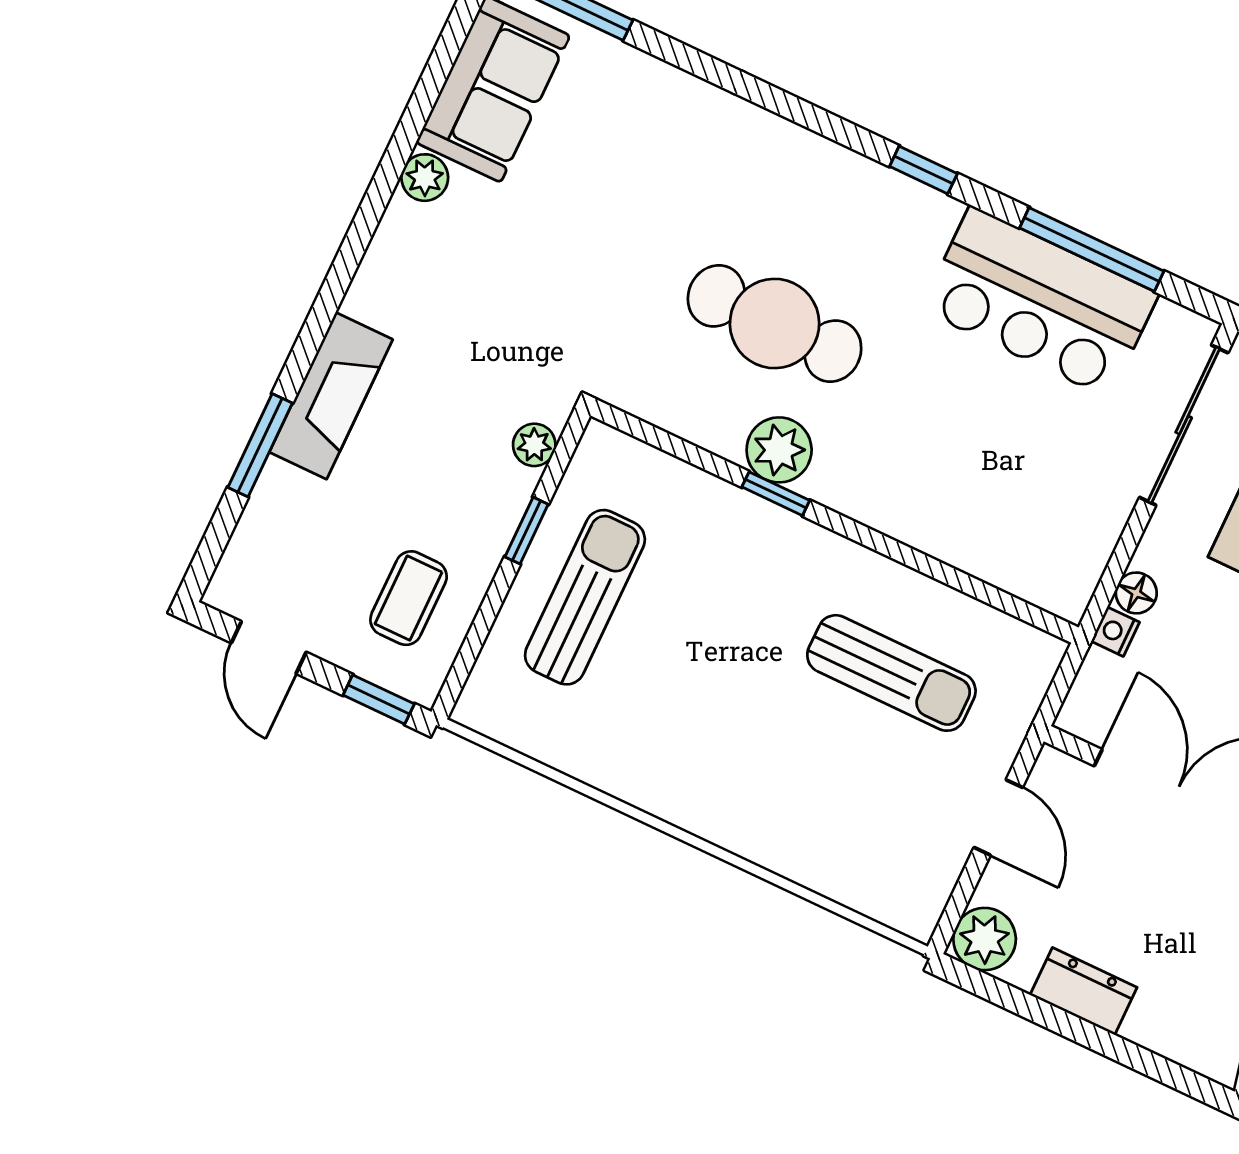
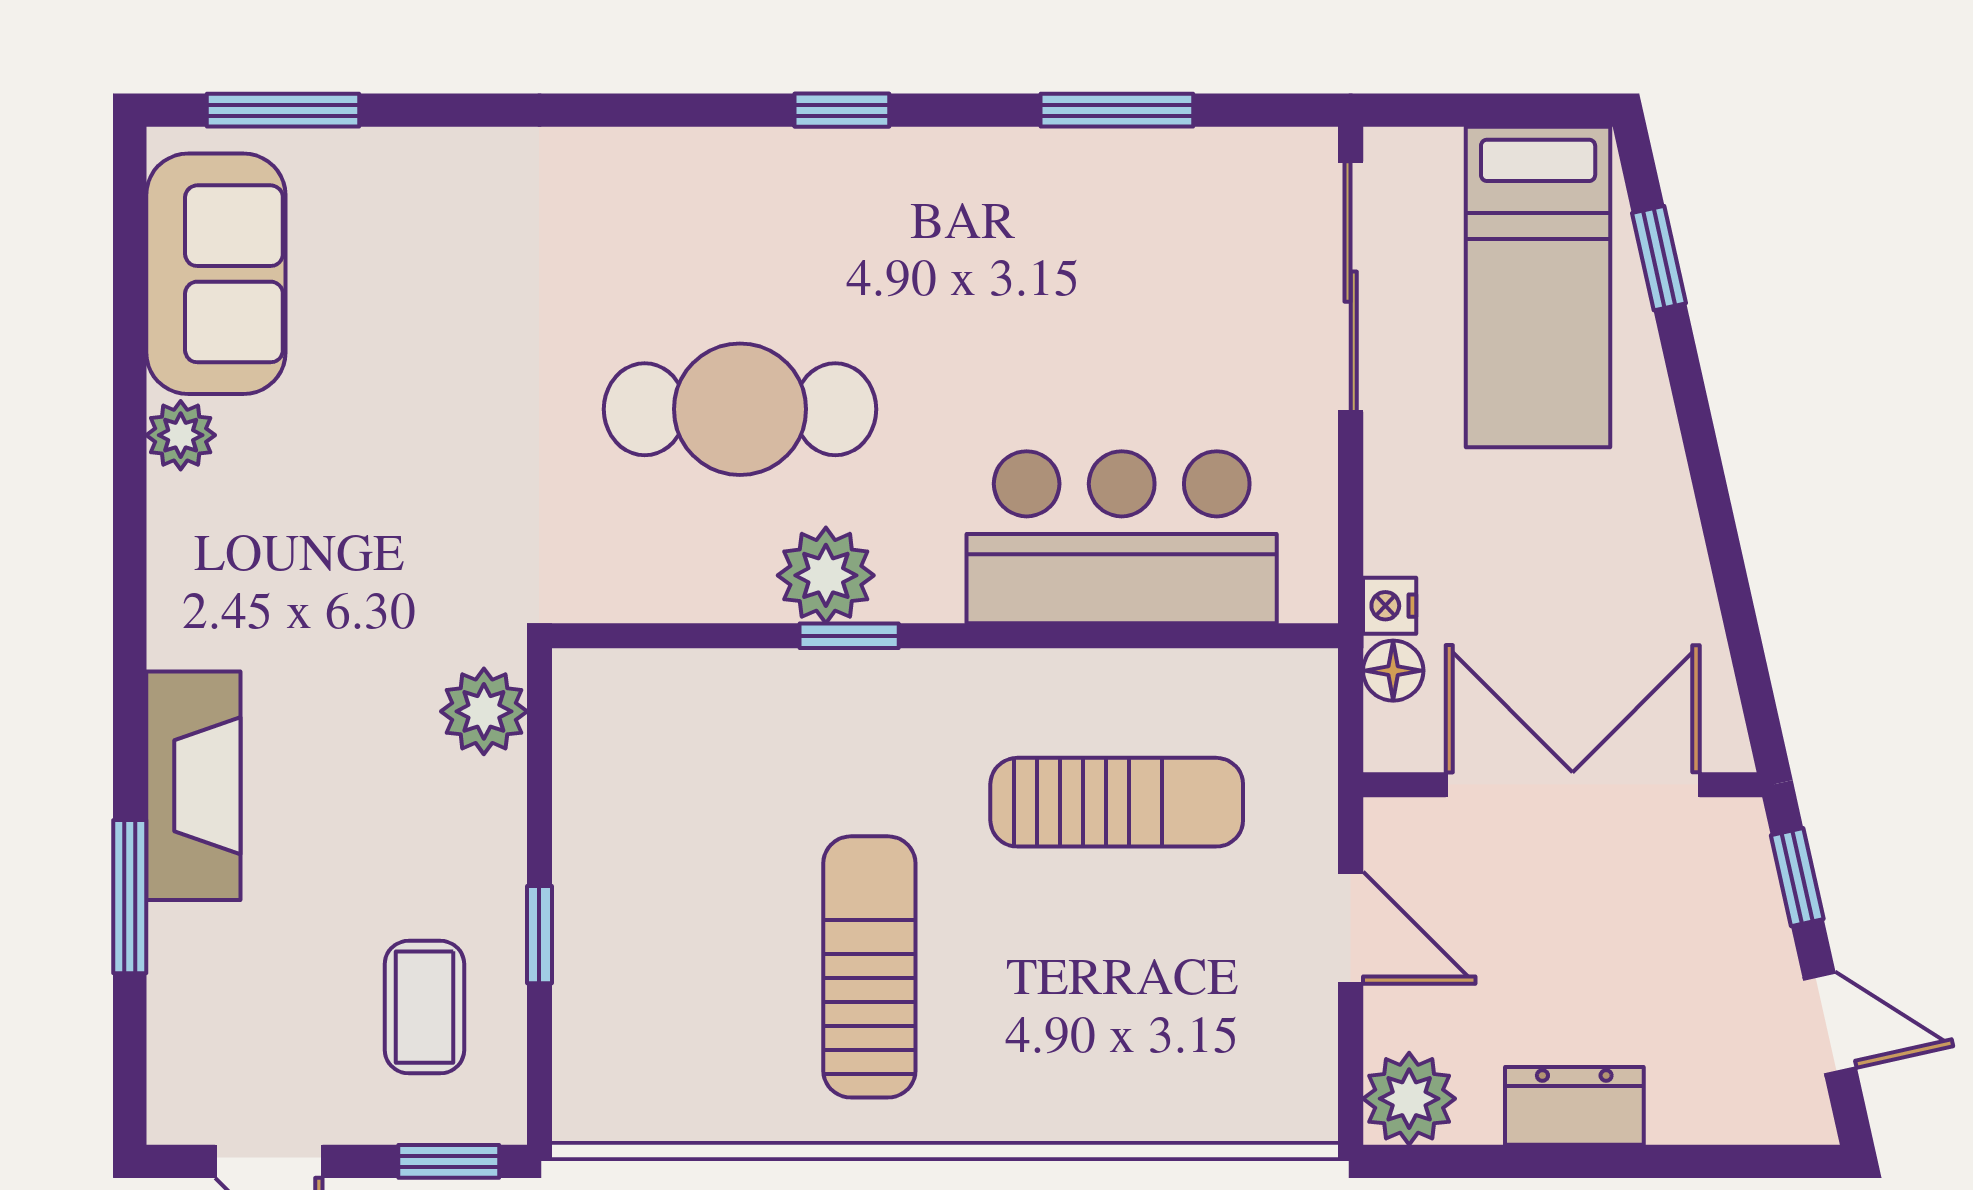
window: (1092, 249) -> (1117, 110), width x0.69
bar counter: (1040, 302) -> (1122, 537), moved, turned 180
plant: (534, 445) -> (484, 711), width x1.38, depth x1.38
window: (527, 531) -> (539, 935), moved
floor lamp: (1136, 593) -> (1393, 671), moved
sun lounger: (585, 597) -> (869, 967), moved

